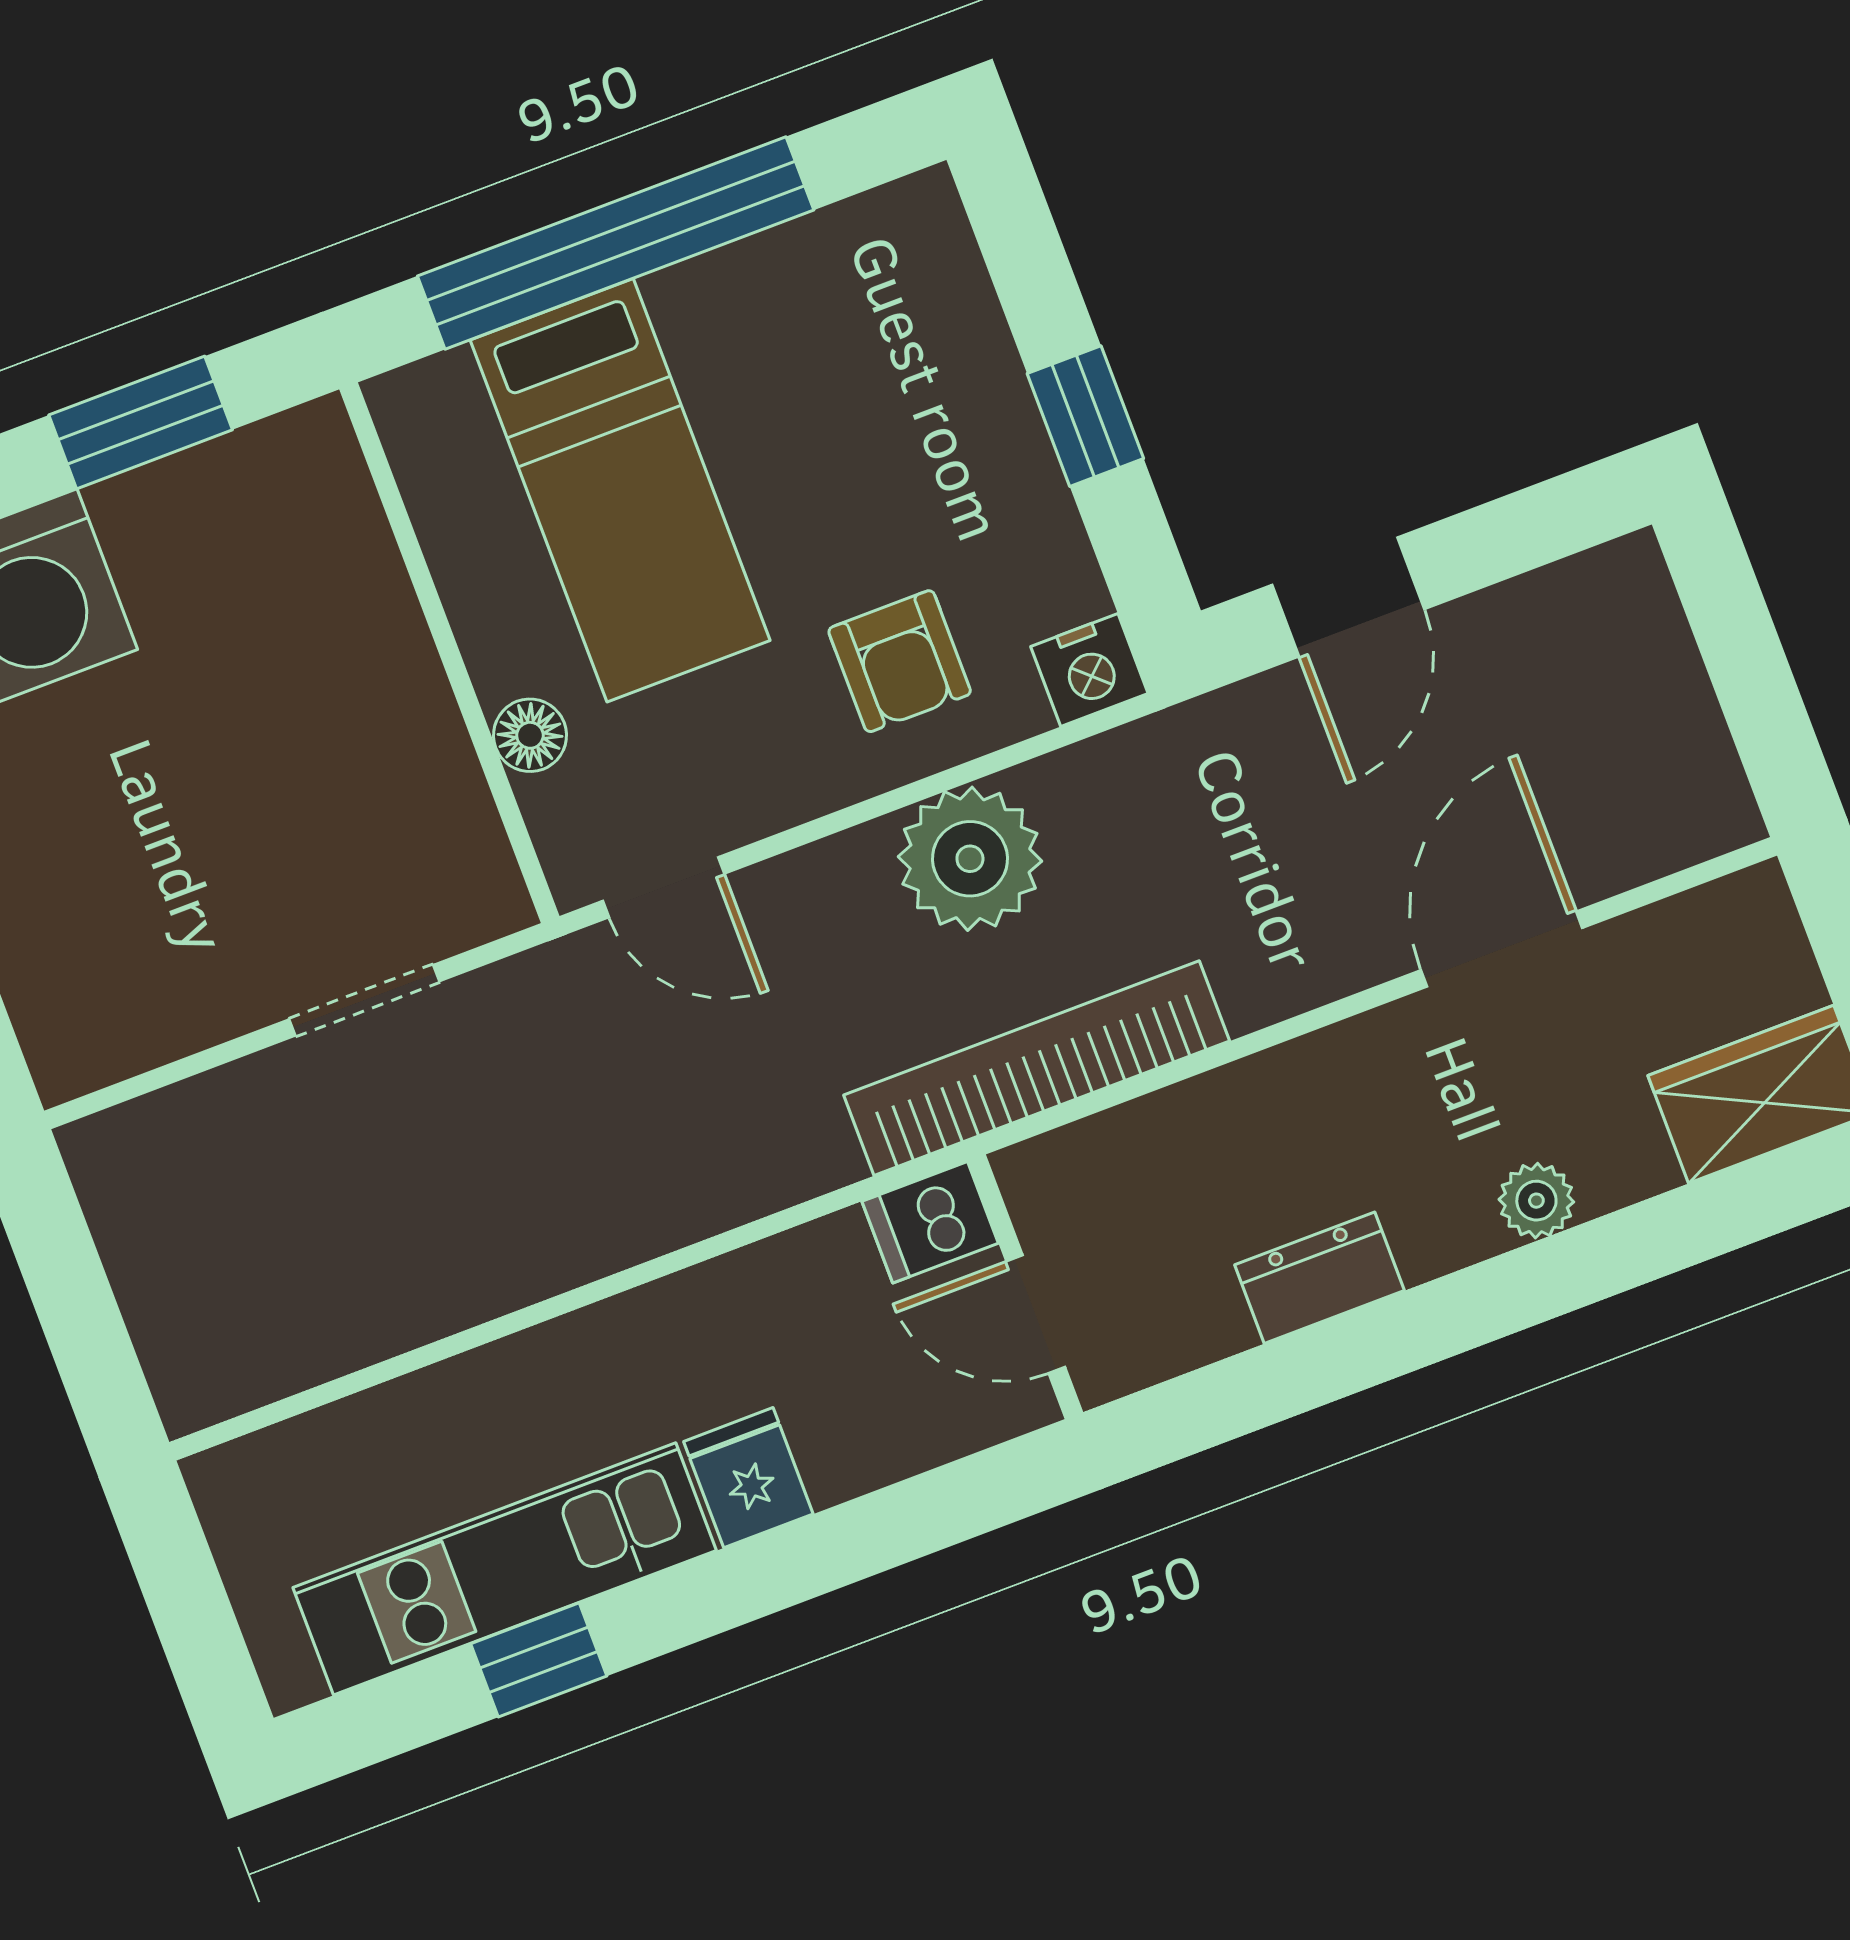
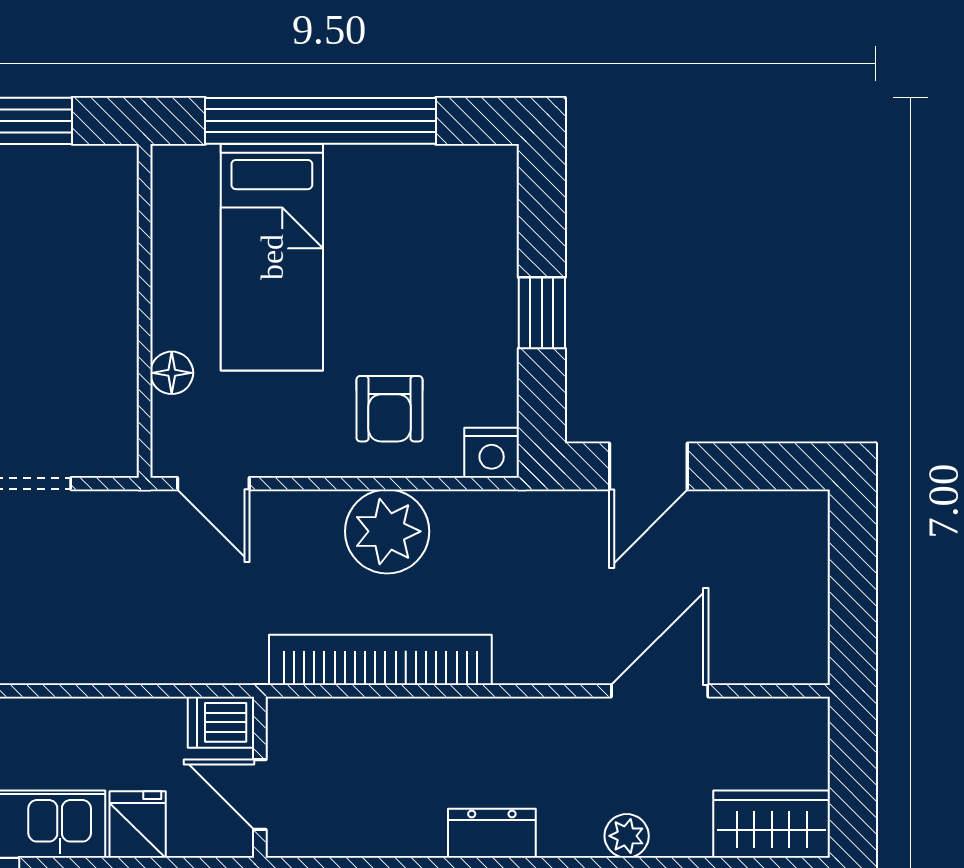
dishwasher: (930, 1222) -> (221, 722), moved
wall: (1025, 1287) -> (260, 777), moved
door: (1036, 1314) -> (260, 794), moved

